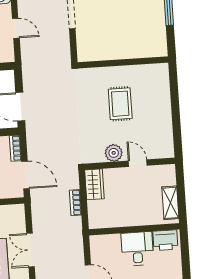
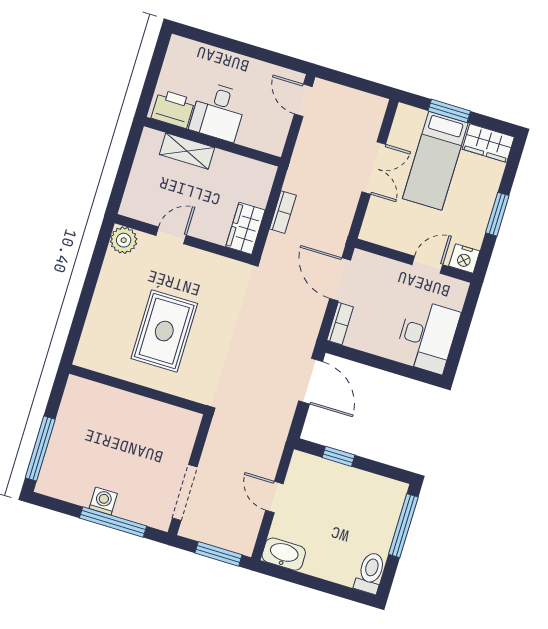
rug: (120, 104) -> (164, 331), width x1.36, depth x1.43
plant: (114, 153) -> (124, 240), moved
door: (138, 163) -> (171, 235), swing flipped
shelving: (170, 203) -> (187, 151), moved, turned 90

